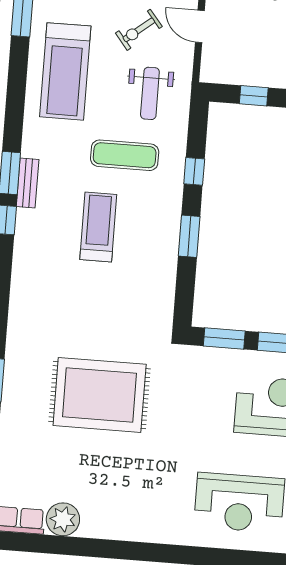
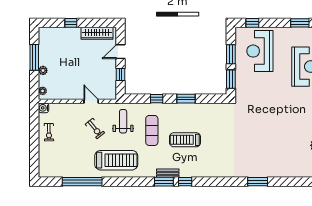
door: (200, 26) -> (91, 101), swing flipped
weight bench: (150, 93) -> (123, 121), turned -90
rug: (100, 395) -> (261, 133), removed

